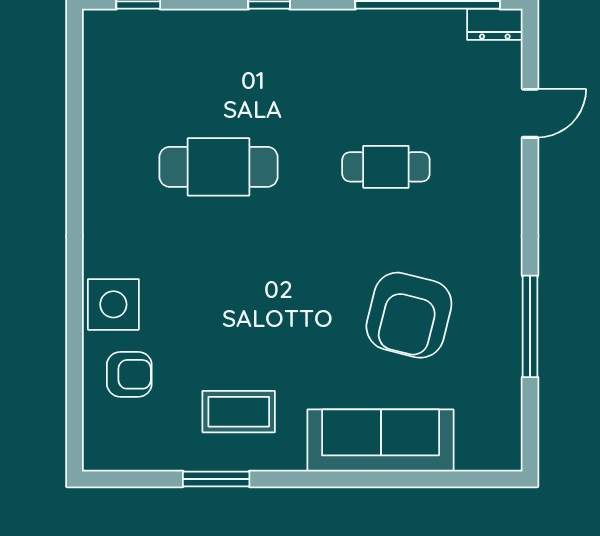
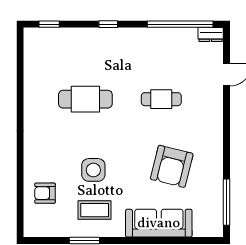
side table: (113, 304) -> (93, 170), moved
window: (530, 326) -> (227, 202), moved
armchair: (129, 374) -> (45, 193), turned 180

